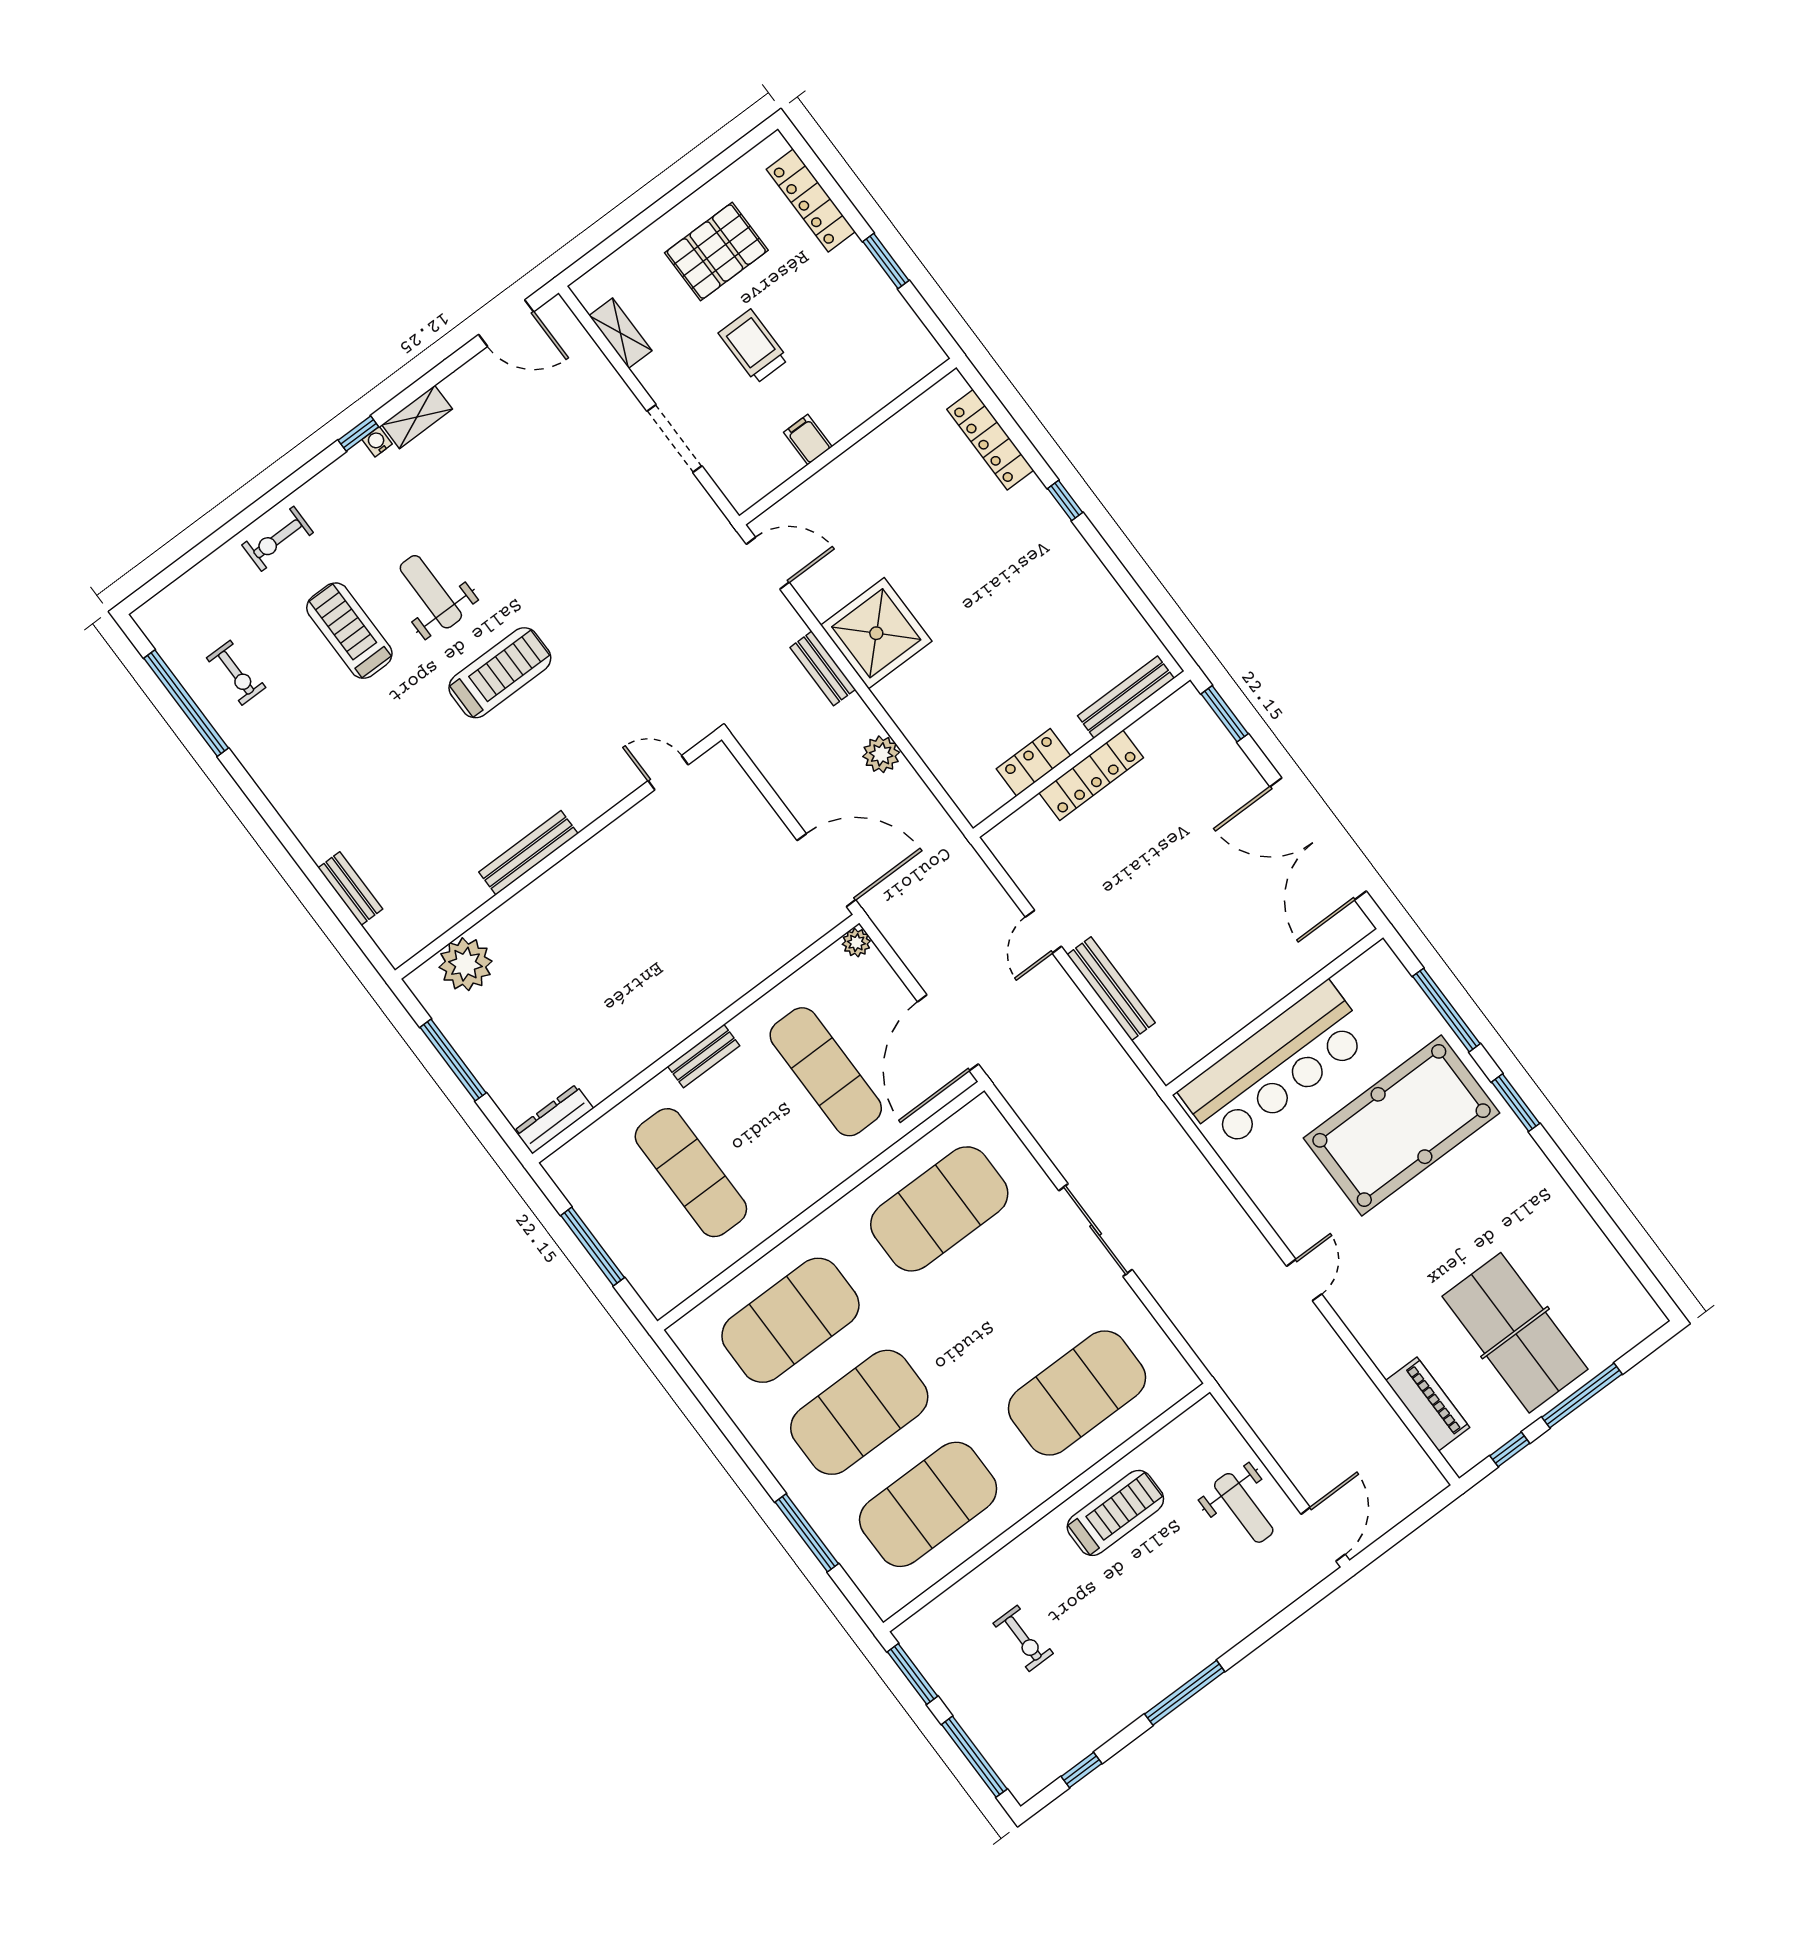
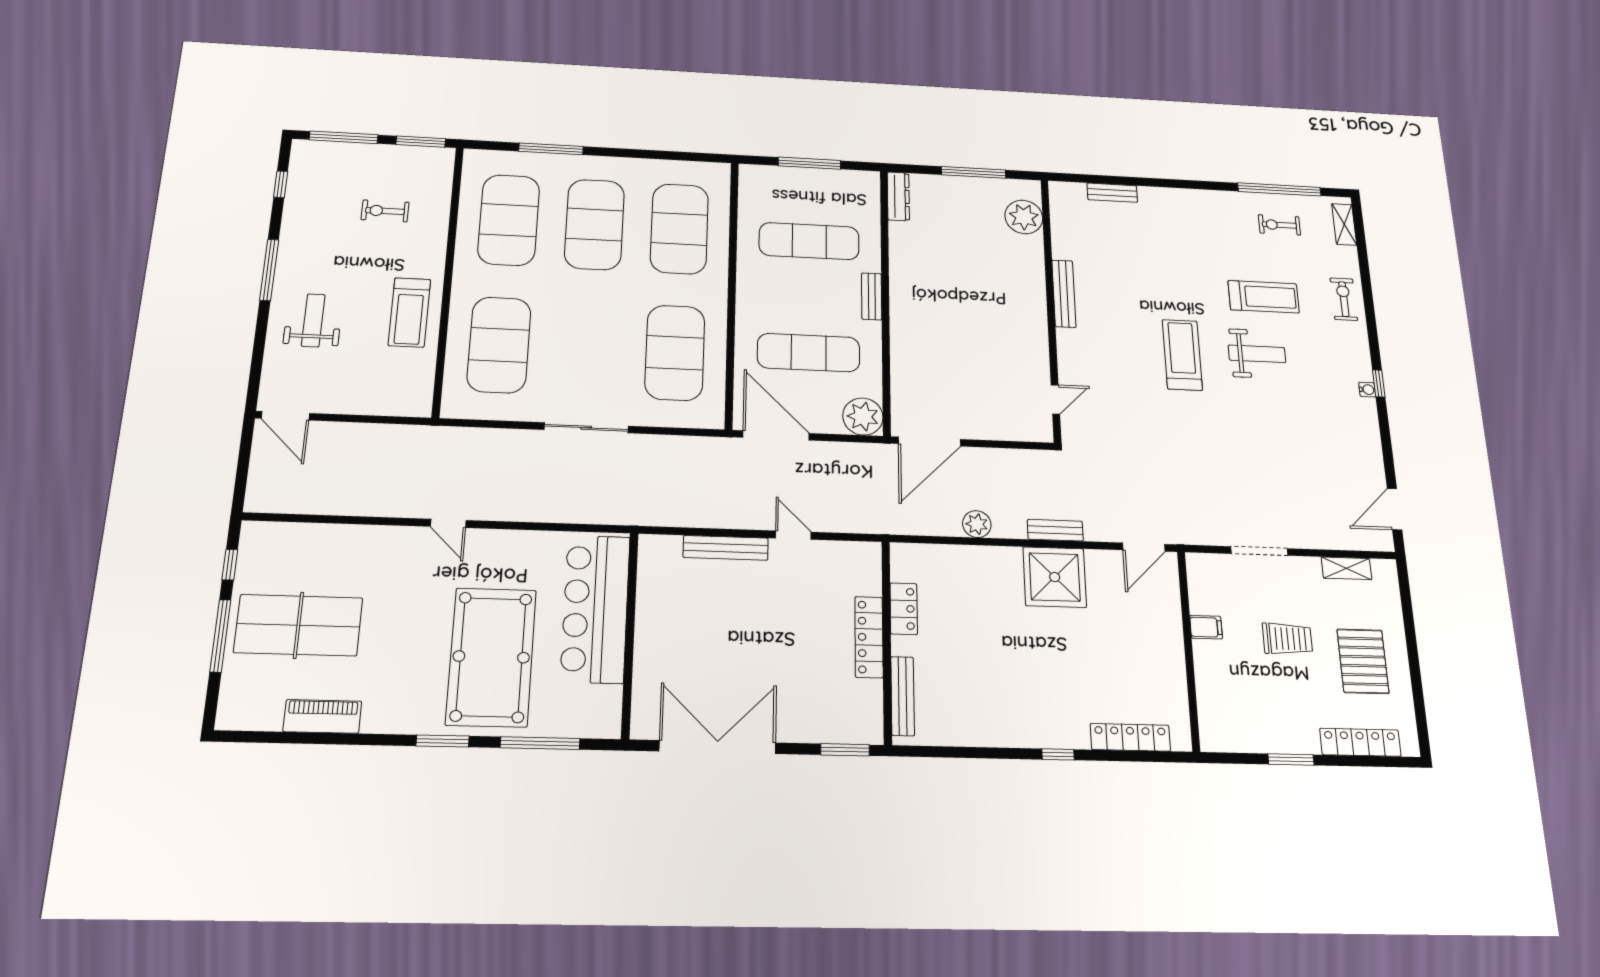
shelving: (417, 417) -> (1344, 224), moved
treadmill: (500, 673) -> (1182, 355), turned 180
plant: (856, 943) -> (863, 417), width x1.88, depth x1.88
piano: (1428, 1404) -> (322, 716), moved, turned 180
weight bench: (1244, 1508) -> (313, 320), moved, turned 90

